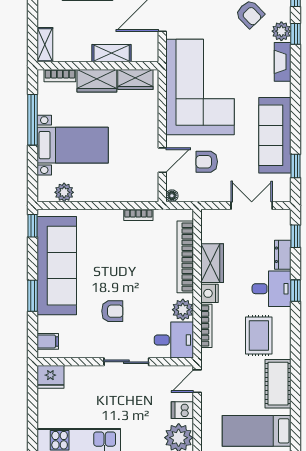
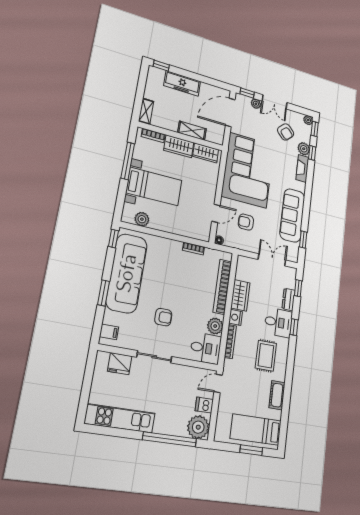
sliding door: (126, 362) -> (154, 357), moved
fridge: (50, 377) -> (120, 364), moved
cot: (278, 384) -> (277, 395), width x0.73, depth x0.75

